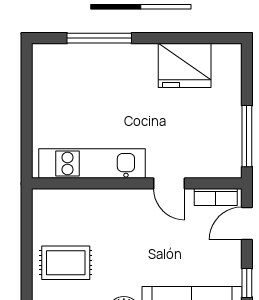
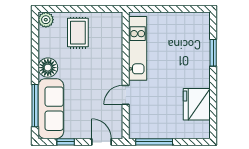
window: (99, 38) -> (213, 53), width x0.69
bookcase: (216, 197) -> (117, 123), removed

